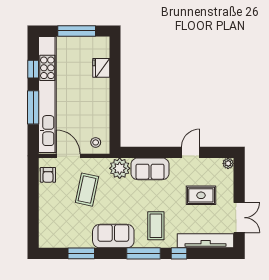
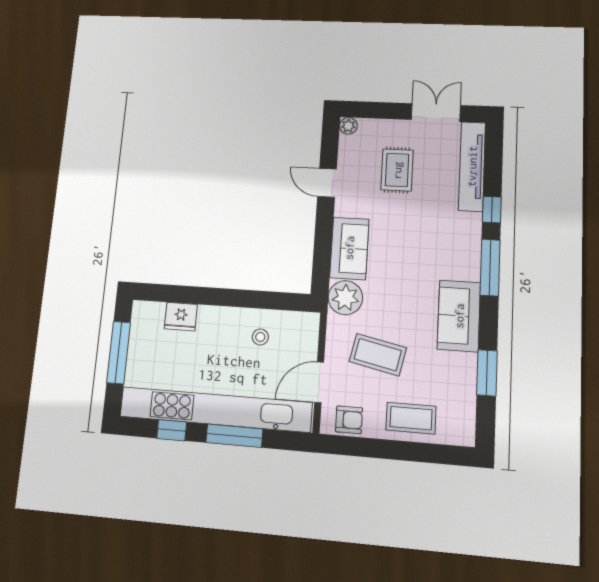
stool: (96, 142) -> (260, 337), moved
coffee table: (156, 226) -> (411, 418), moved

